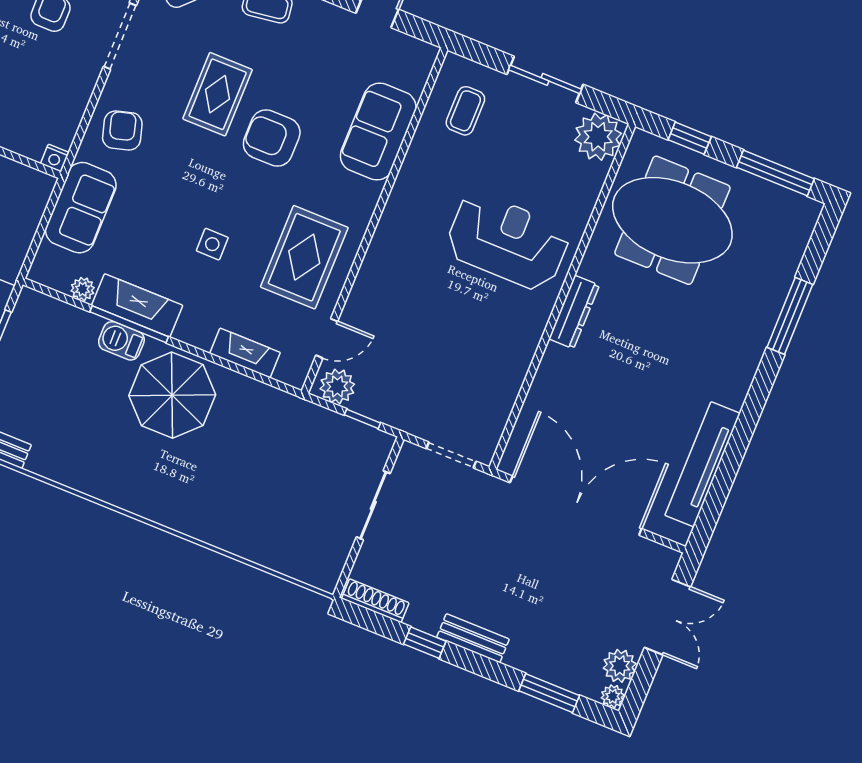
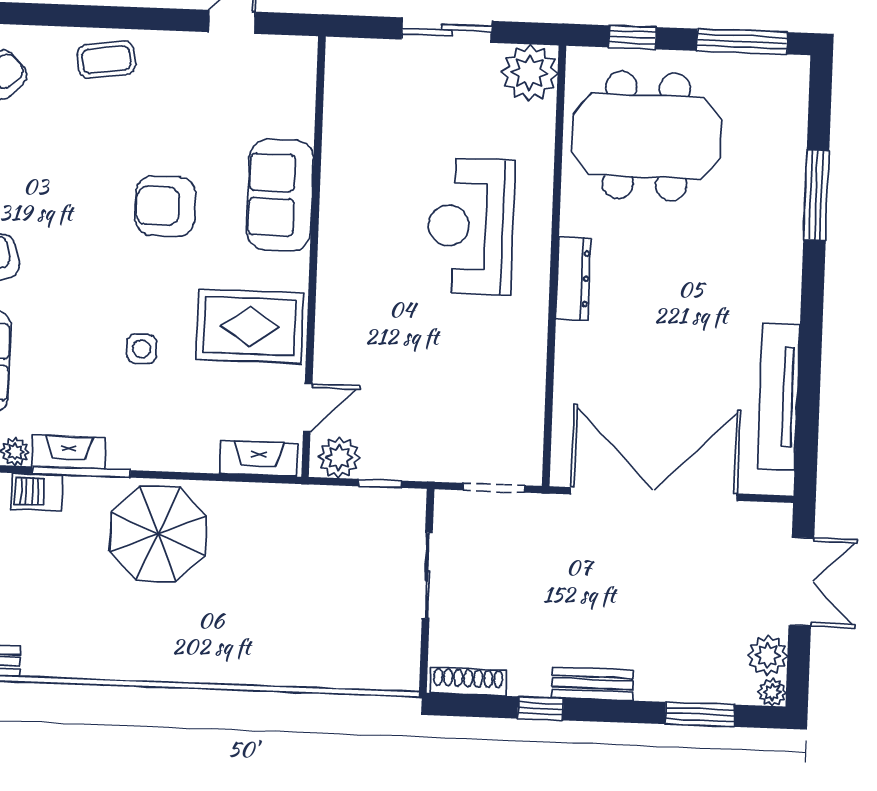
rug: (218, 94) -> (87, 179), removed
coffee table: (465, 111) -> (371, 97), removed
sofa: (378, 132) -> (280, 195), moved
reception desk: (508, 241) -> (471, 226), turned -90
rug: (304, 257) -> (250, 326), turned 90
fireplace: (137, 305) -> (69, 452), width x0.73, depth x0.76
barbecue: (121, 341) -> (37, 492), moved
fireplace: (245, 353) -> (259, 459), moved

